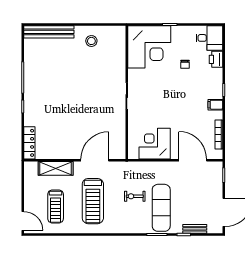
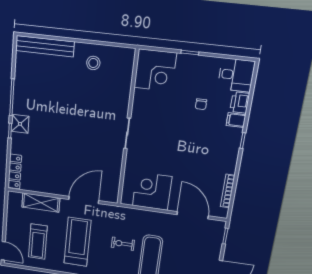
corner desk: (149, 47) -> (155, 70), width x0.74, depth x0.74
shower: (32, 99) -> (20, 124), added
filing cabinet: (215, 105) -> (236, 120), moved
treadmill: (93, 201) -> (77, 242), turned 180

